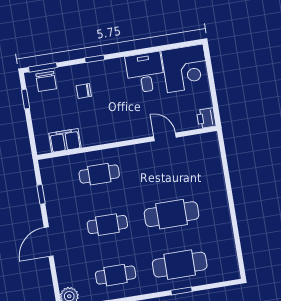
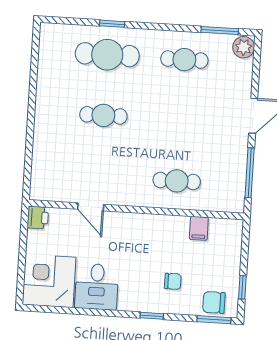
chair: (46, 81) -> (214, 302), turned -90
filing cabinet: (65, 141) -> (199, 228), width x0.50
window: (41, 194) -> (250, 173), width x2.17
cafe table: (171, 214) -> (103, 115), width x0.73, depth x0.74
cafe table: (107, 225) -> (181, 120), removed

